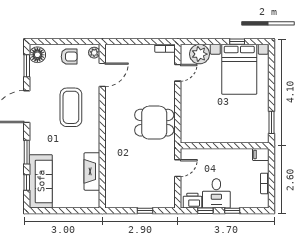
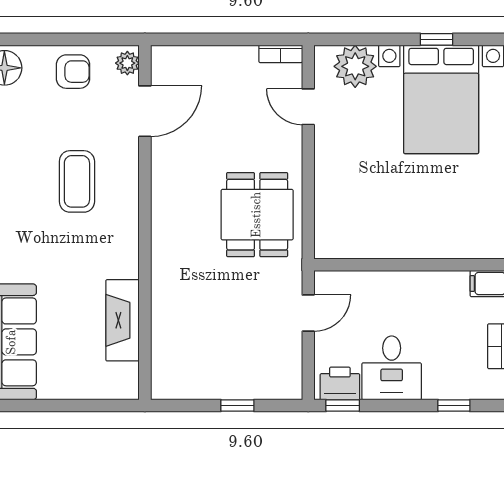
door: (178, 73) -> (308, 107), swing flipped
coffee table: (71, 107) -> (77, 181), width x0.73, depth x0.76
dining table: (154, 123) -> (257, 215), turned 90
window: (205, 211) -> (343, 405), moved
window: (232, 211) -> (454, 405), moved

